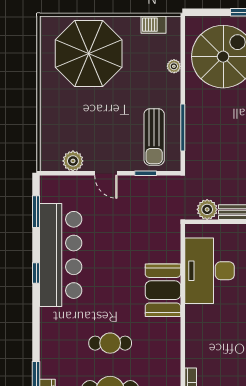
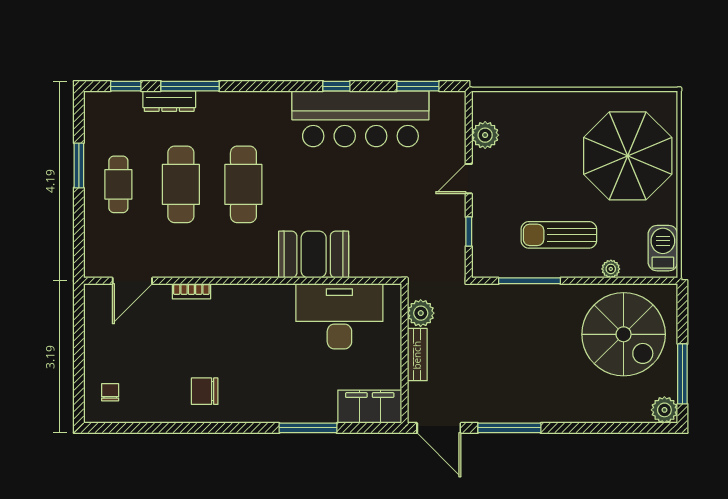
barbecue: (154, 25) -> (663, 248), width x1.38, depth x1.27
sun lounger: (154, 137) -> (559, 235), moved
cafe table: (110, 343) -> (243, 184), width x1.37, depth x1.35

